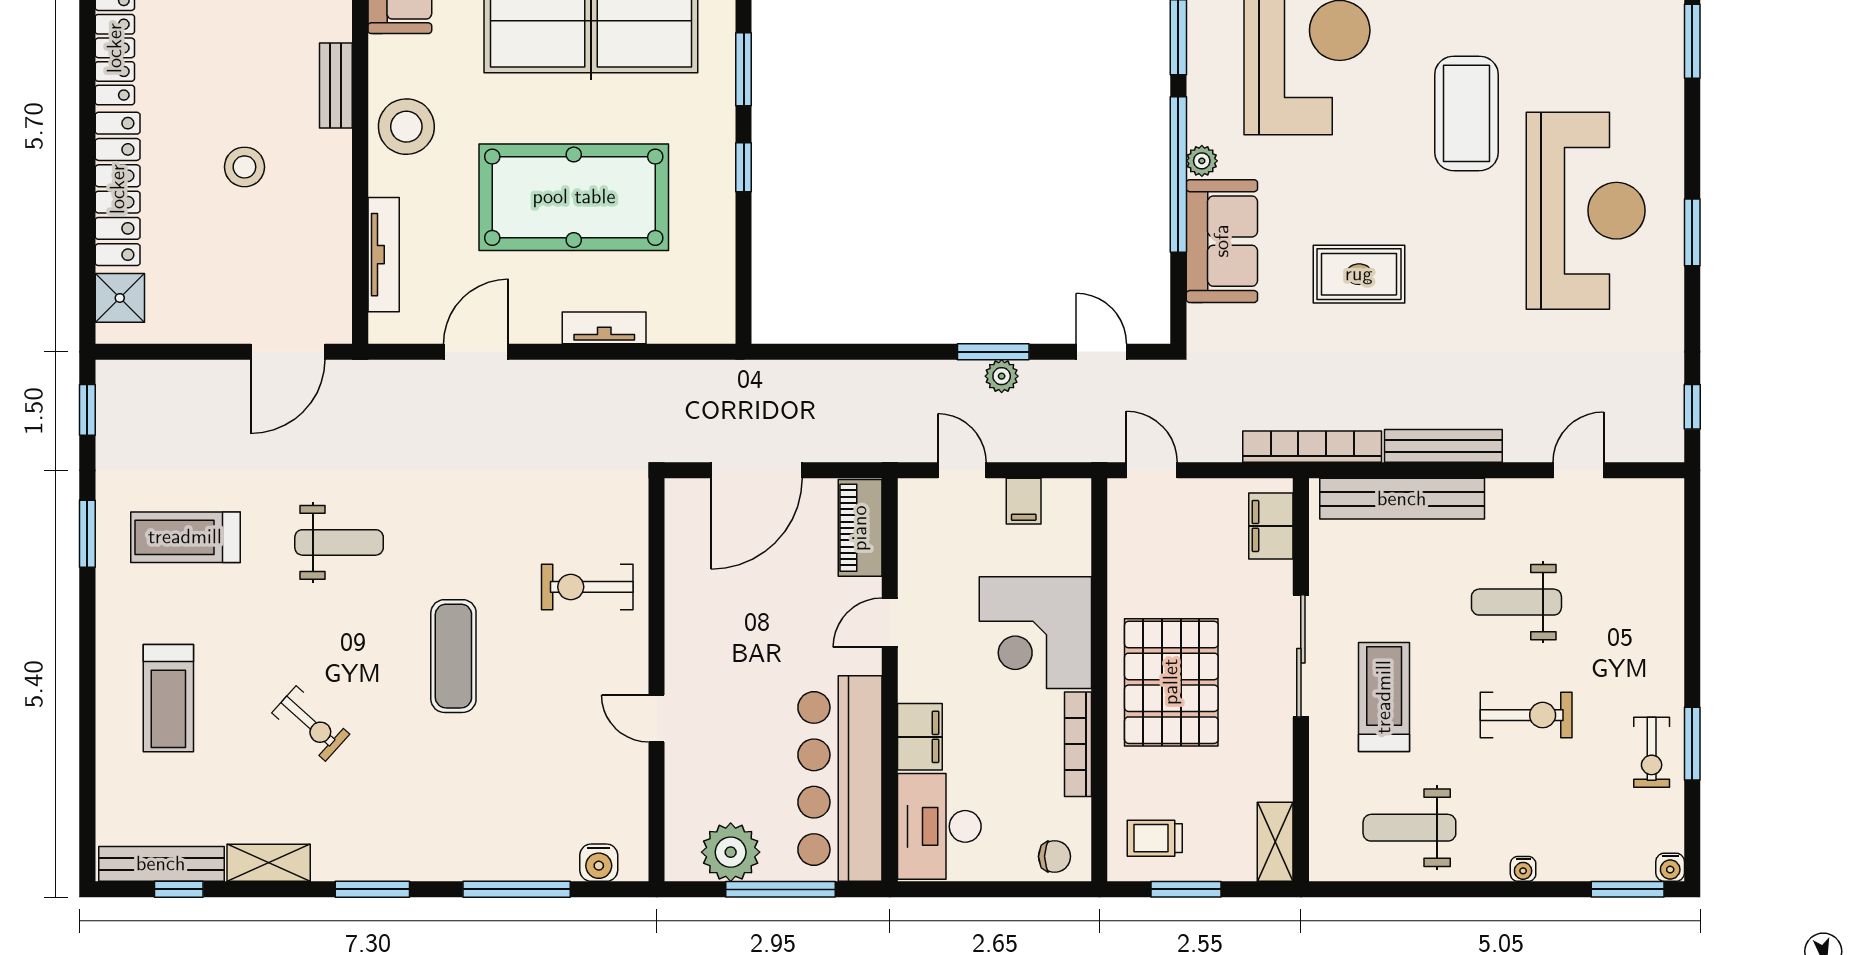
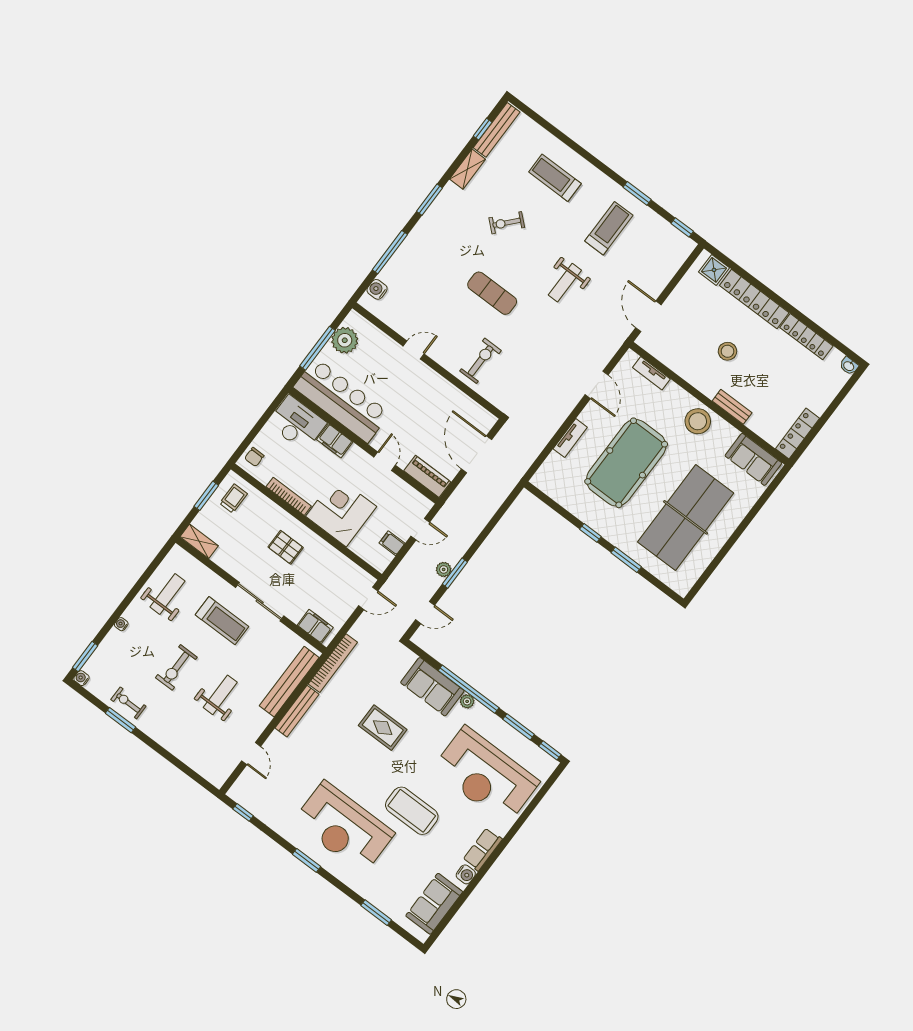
tv unit: (384, 255) -> (651, 373), width x0.71
rug: (1359, 274) -> (383, 728), turned 90
pallet: (1171, 682) -> (286, 547), width x0.49, depth x0.50

